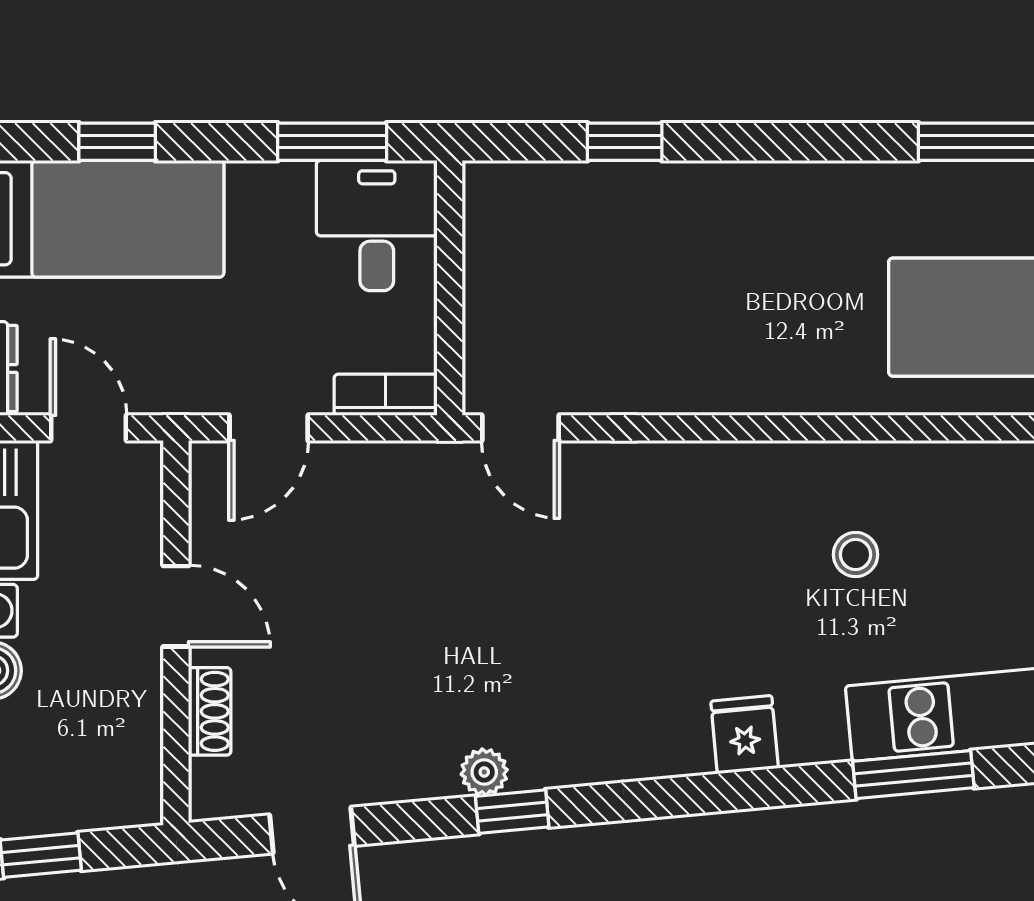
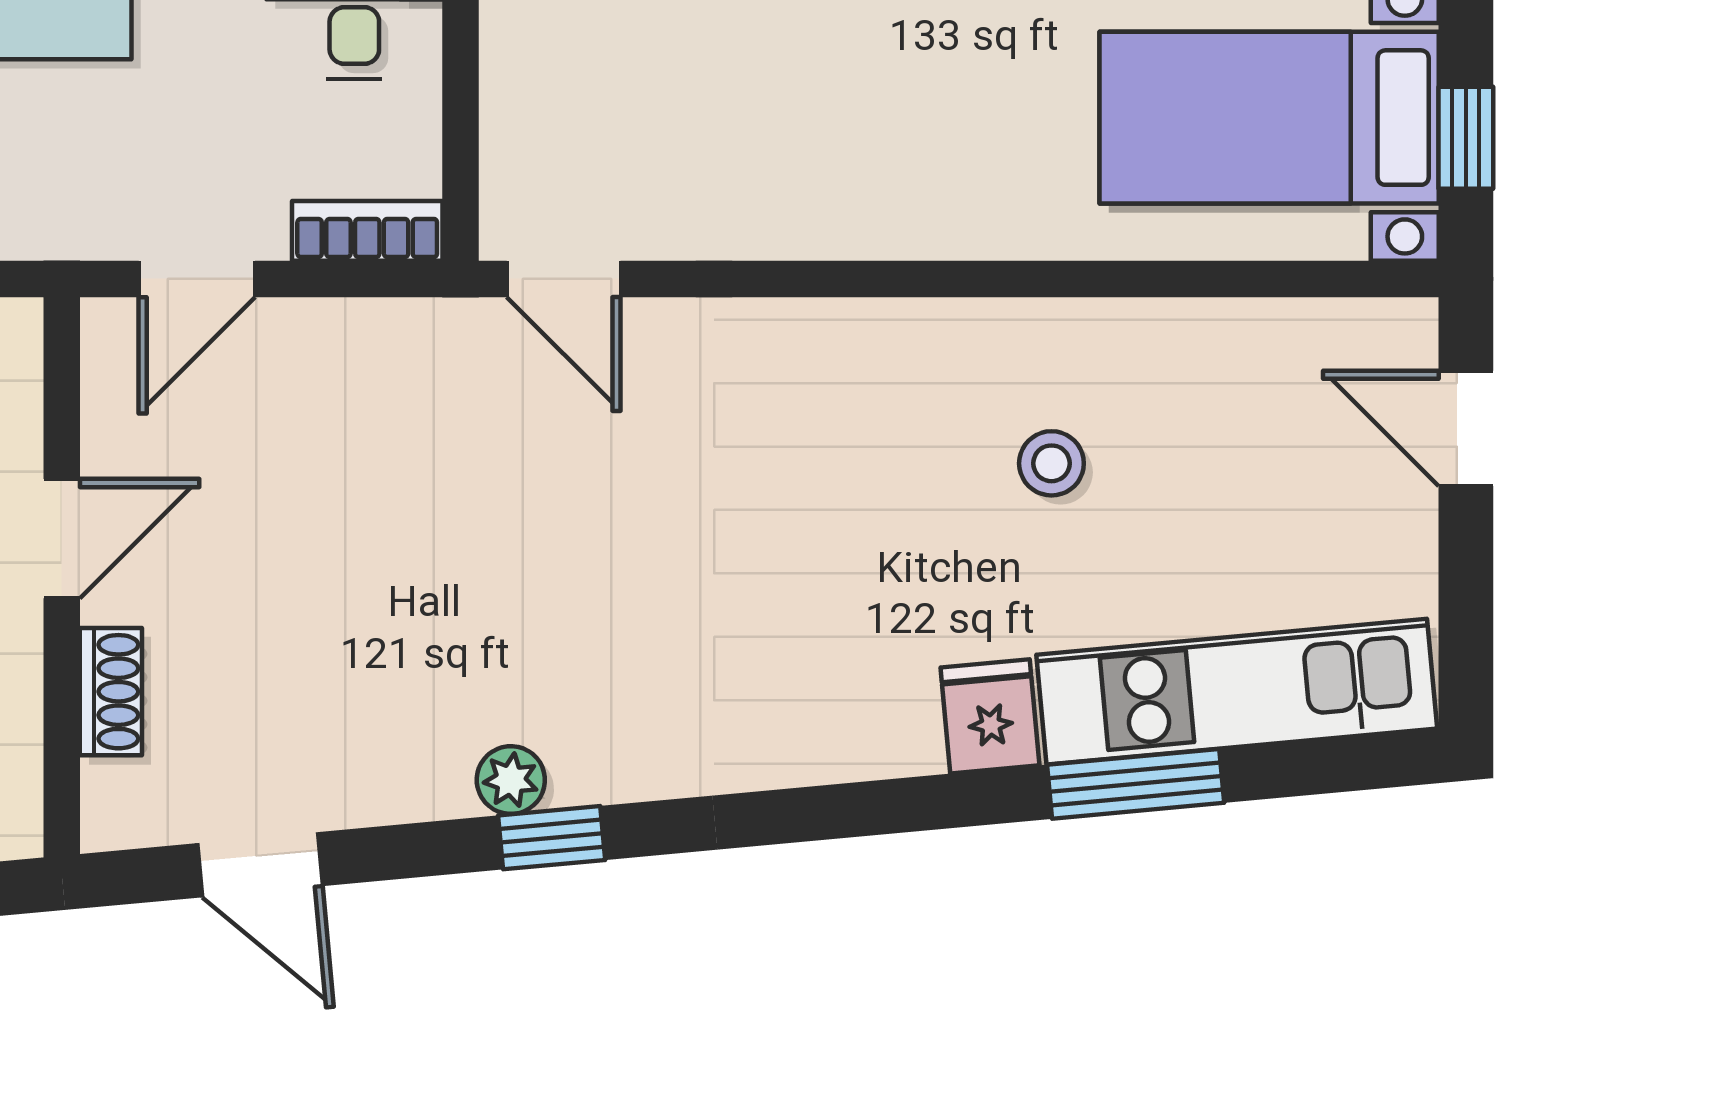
door: (176, 606) -> (62, 539), hinge flipped
fridge: (745, 735) -> (990, 716), moved

